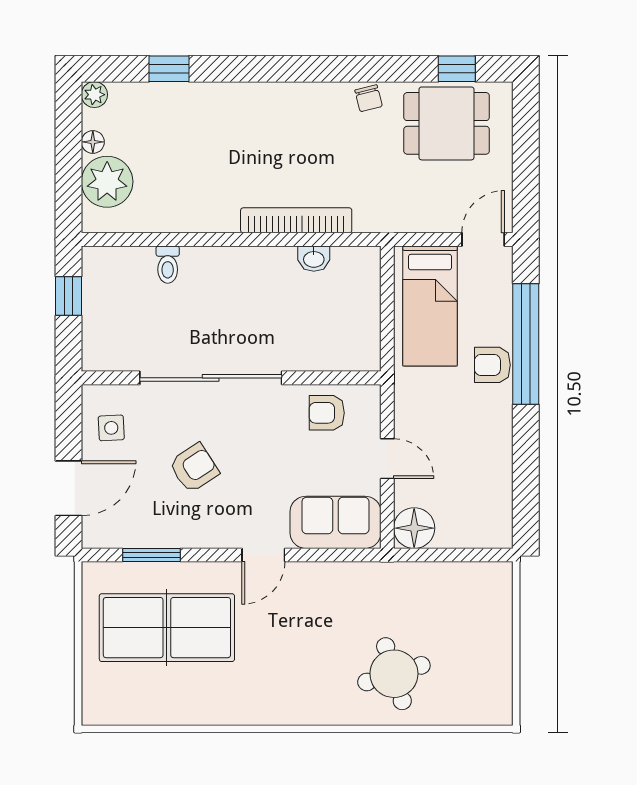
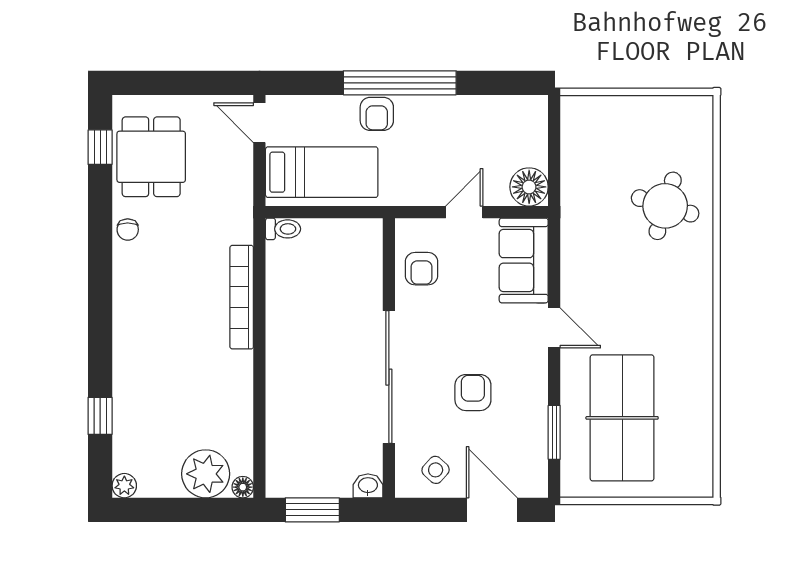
chair: (369, 98) -> (128, 230), turned 104
floor lamp: (93, 142) -> (243, 487), moved
washbasin: (314, 259) -> (368, 486), moved, turned -90
toilet: (168, 265) -> (283, 229), moved
window: (68, 296) -> (312, 510), width x1.50
window: (526, 344) -> (400, 83), moved
side table: (111, 428) -> (436, 470), turned 45
armchair: (194, 468) -> (473, 393), turned 33
round table: (394, 674) -> (665, 206), turned 34

